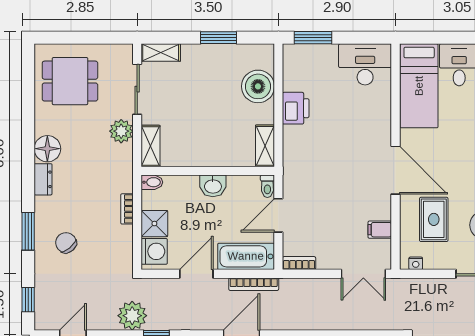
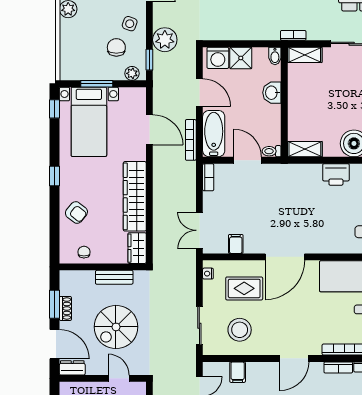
plant: (121, 131) -> (317, 31), removed
washbasin: (213, 186) -> (272, 93), moved
bookcase: (127, 209) -> (293, 35), moved

